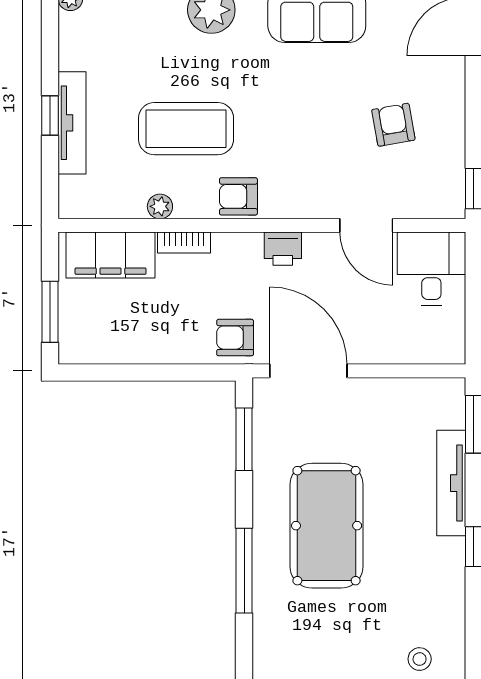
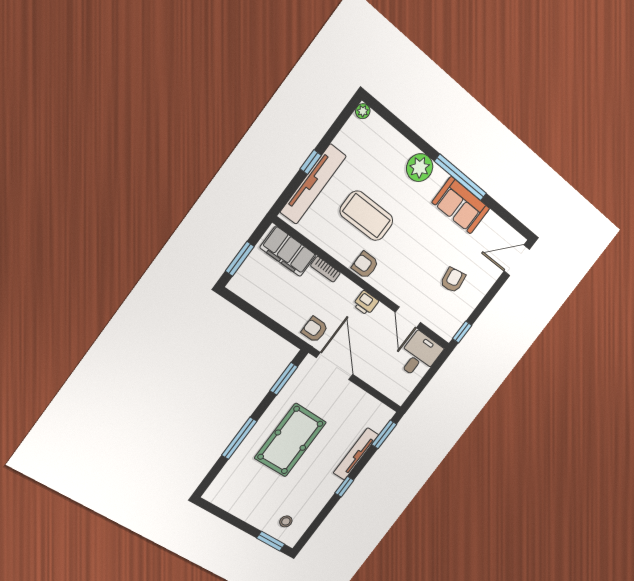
tv unit: (72, 123) -> (313, 184), width x1.36, depth x1.29
plant: (160, 206) -> (328, 244), removed

